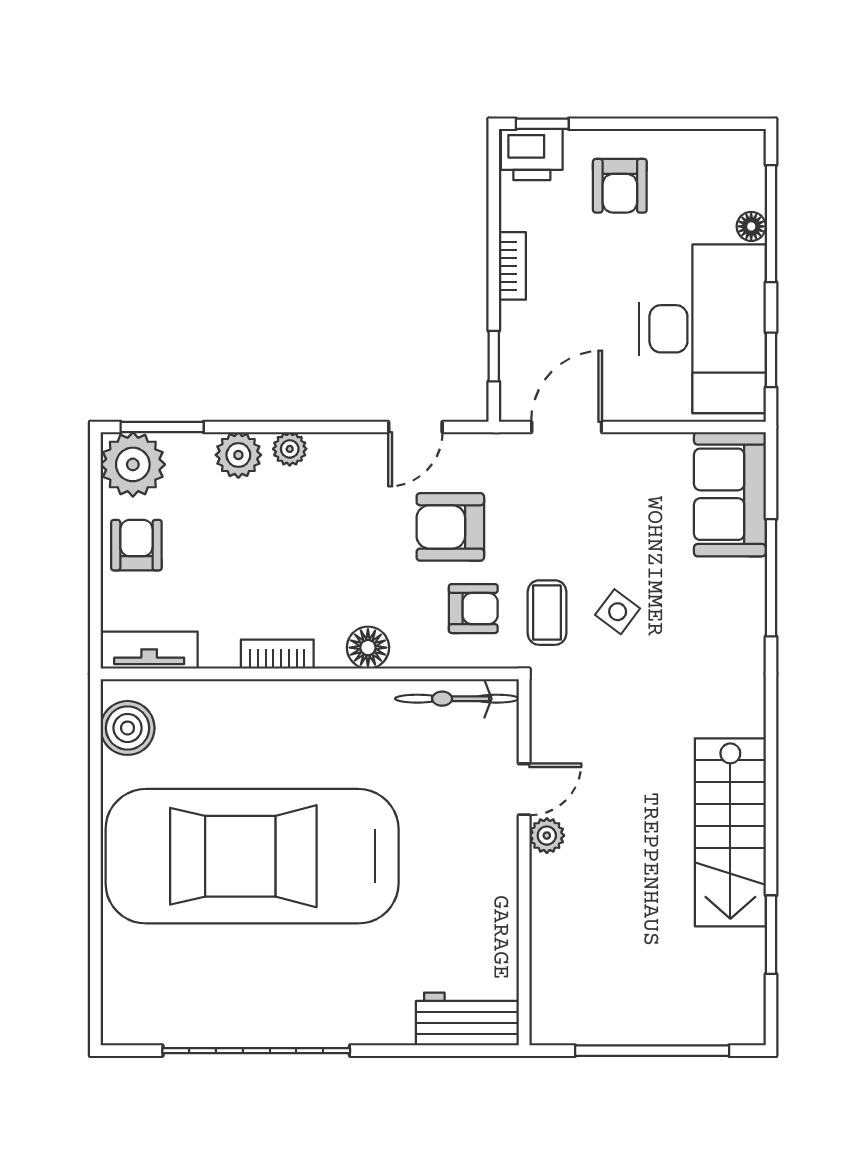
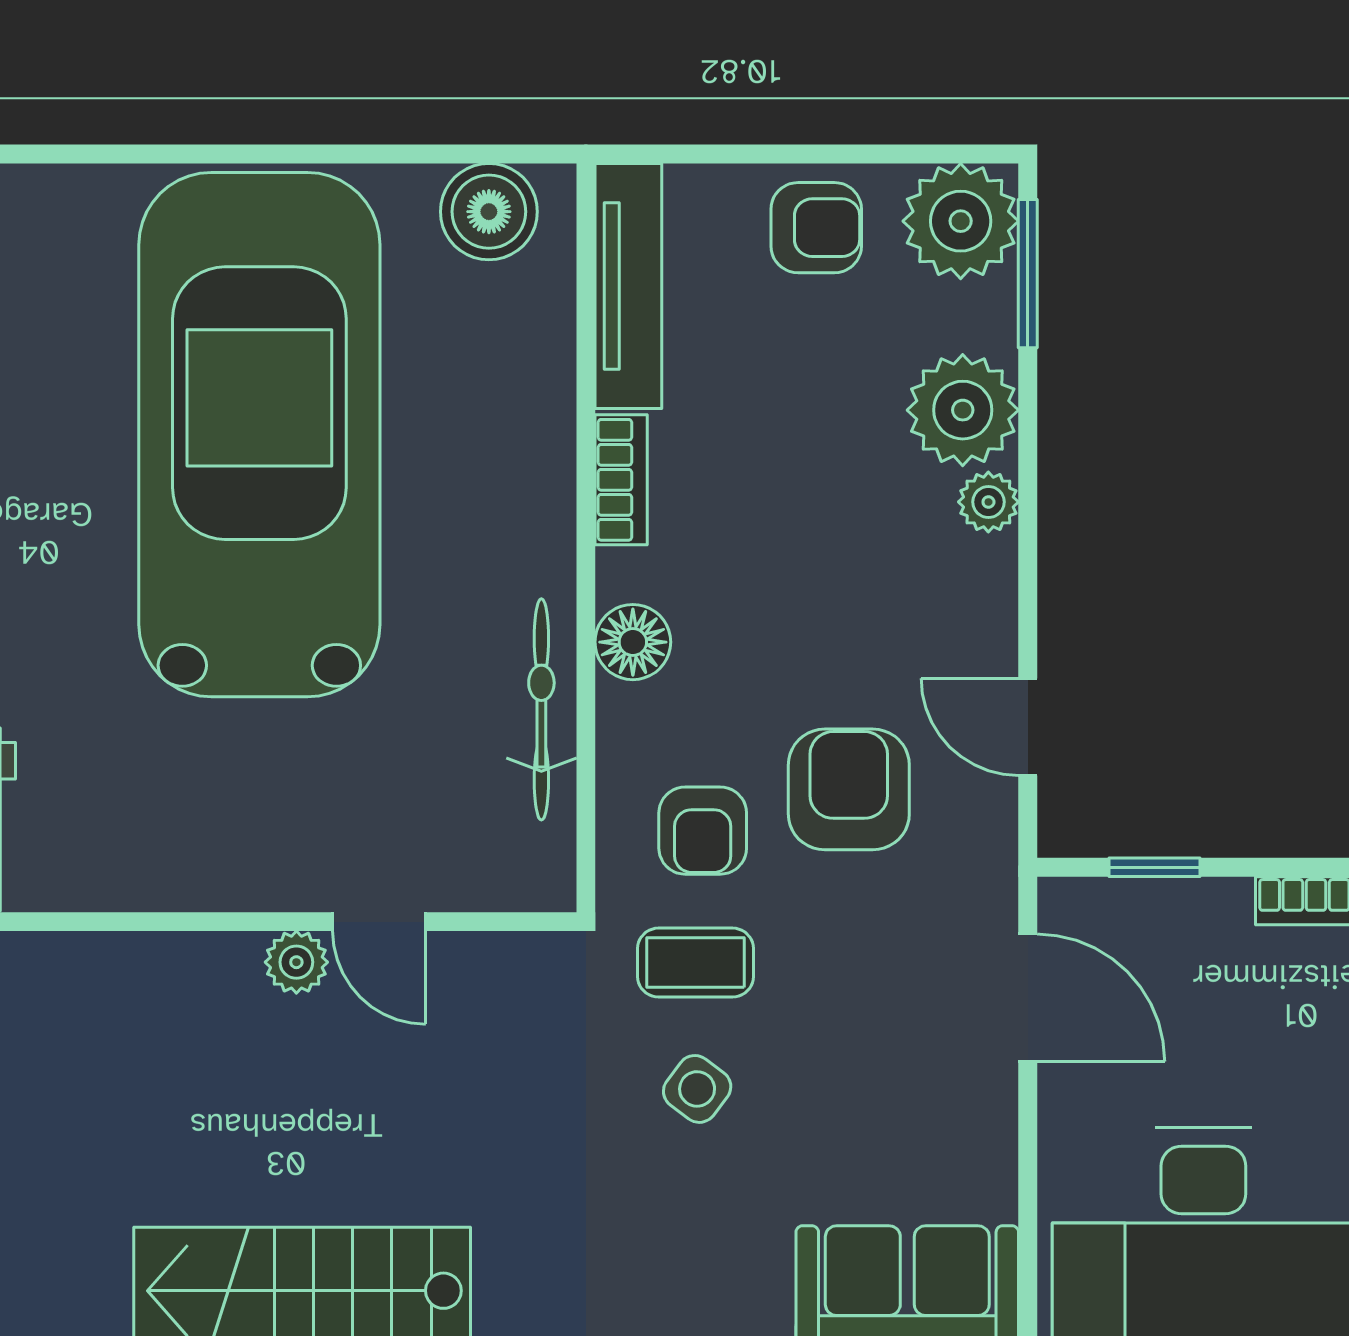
plant: (238, 455) -> (963, 410), width x1.36, depth x1.36
tv unit: (149, 650) -> (628, 286), width x1.41
bicycle: (457, 699) -> (541, 709), moved

